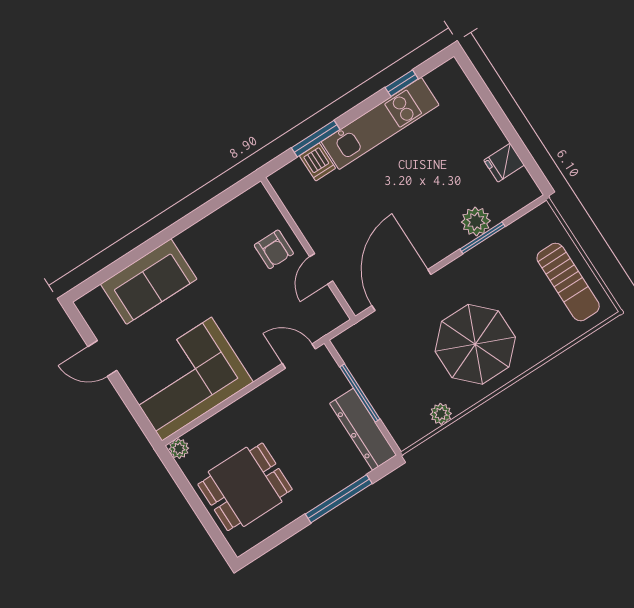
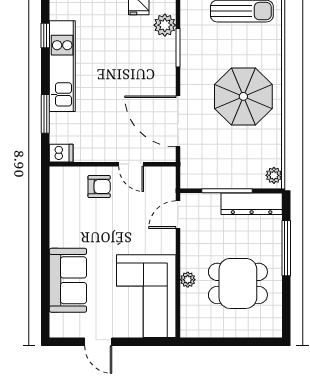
dishwasher: (318, 162) -> (61, 153), moved
plant: (476, 221) -> (165, 25), moved
door: (102, 358) -> (98, 342), hinge flipped
plant: (441, 414) -> (274, 175), moved
plant: (179, 449) -> (188, 280), moved
dining table: (245, 487) -> (238, 283), moved, turned 90

